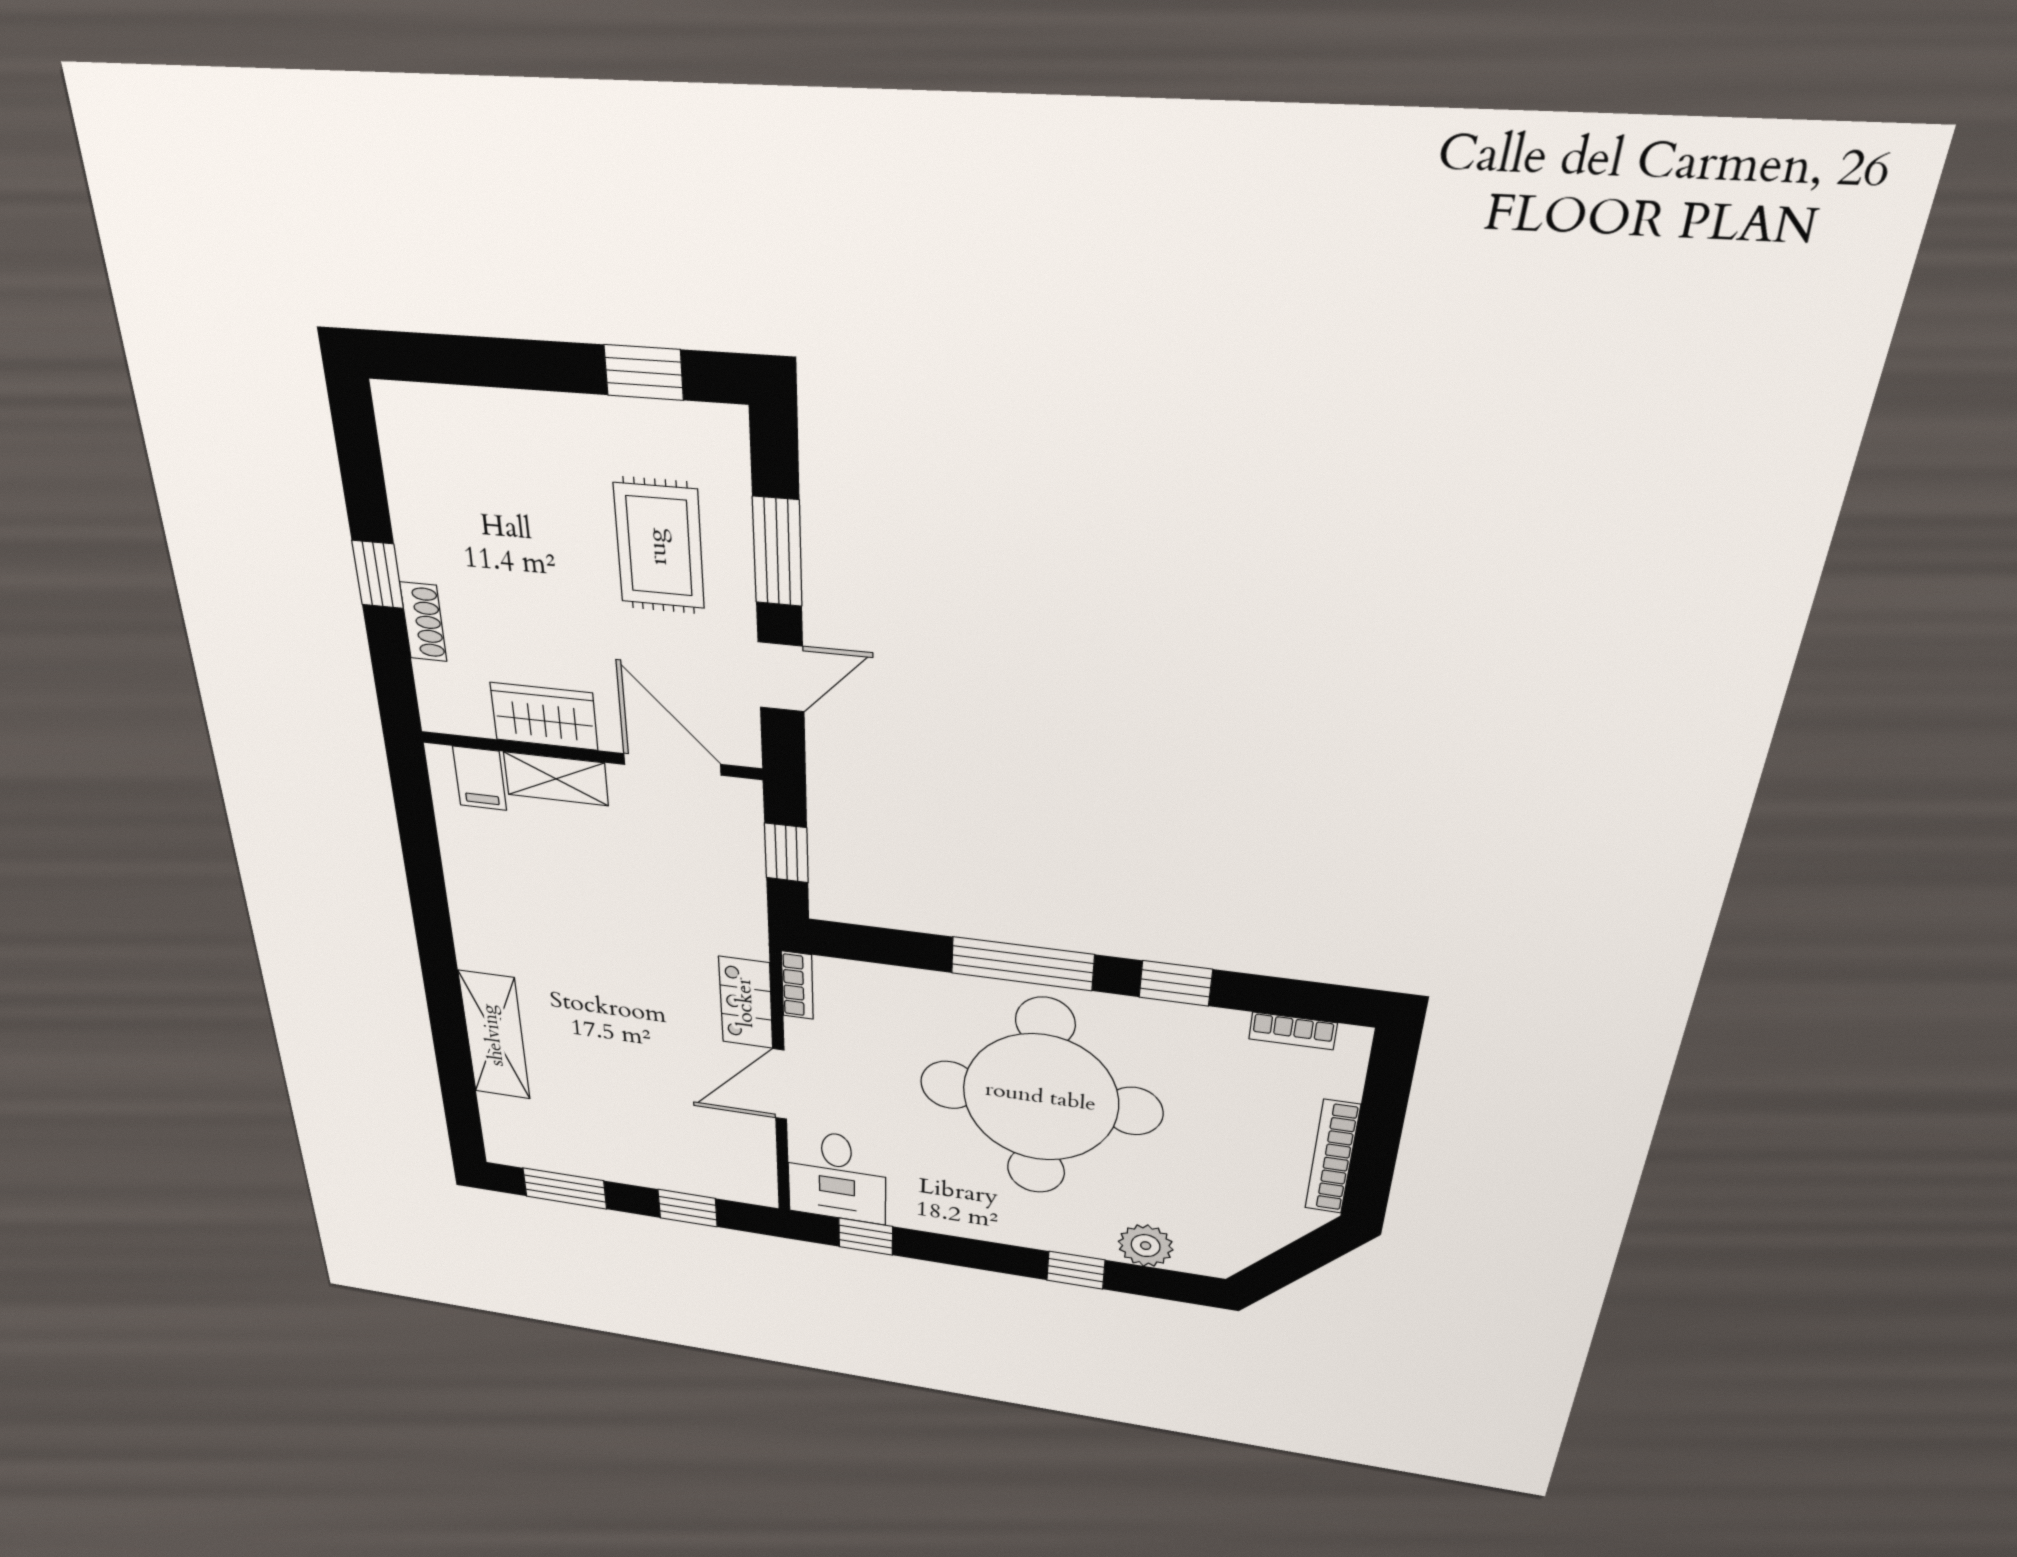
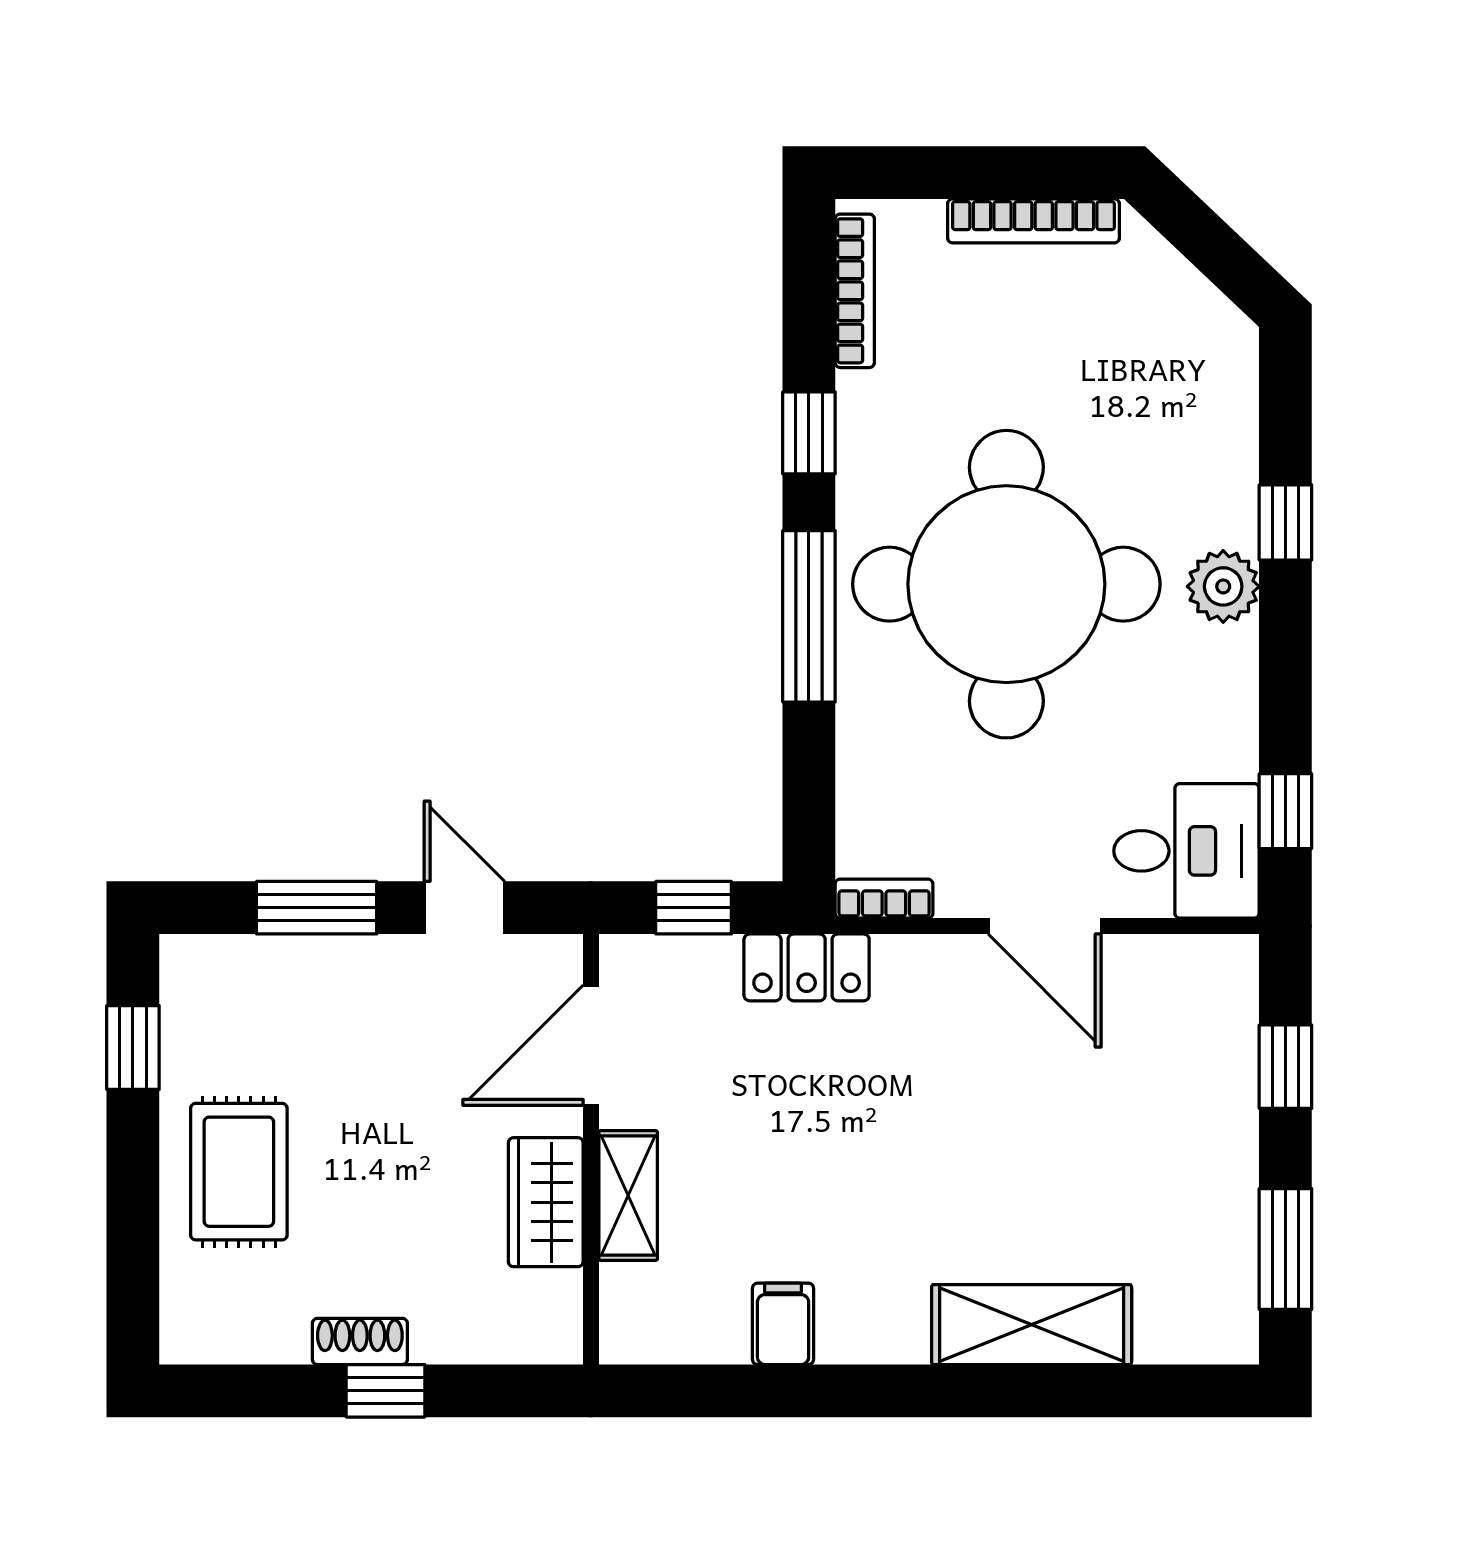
rug: (659, 546) -> (239, 1172), moved, turned 90
shoe rack: (423, 622) -> (360, 1341), moved
filing cabinet: (480, 778) -> (783, 1324), moved, turned -90
locker: (746, 1003) -> (807, 967), moved
bookcase: (1293, 1031) -> (855, 291), width x1.56
plant: (1146, 1246) -> (1223, 586), moved

